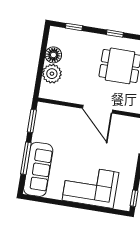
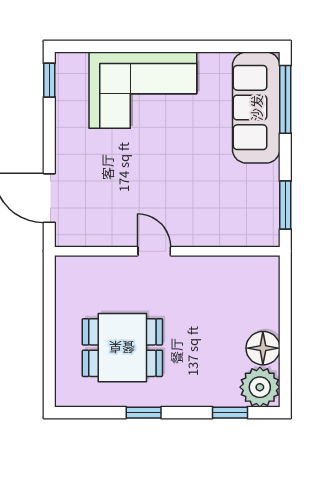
plant: (52, 74) -> (260, 387), moved
door: (98, 109) -> (154, 251), width x0.53
window: (26, 158) -> (285, 99), moved

